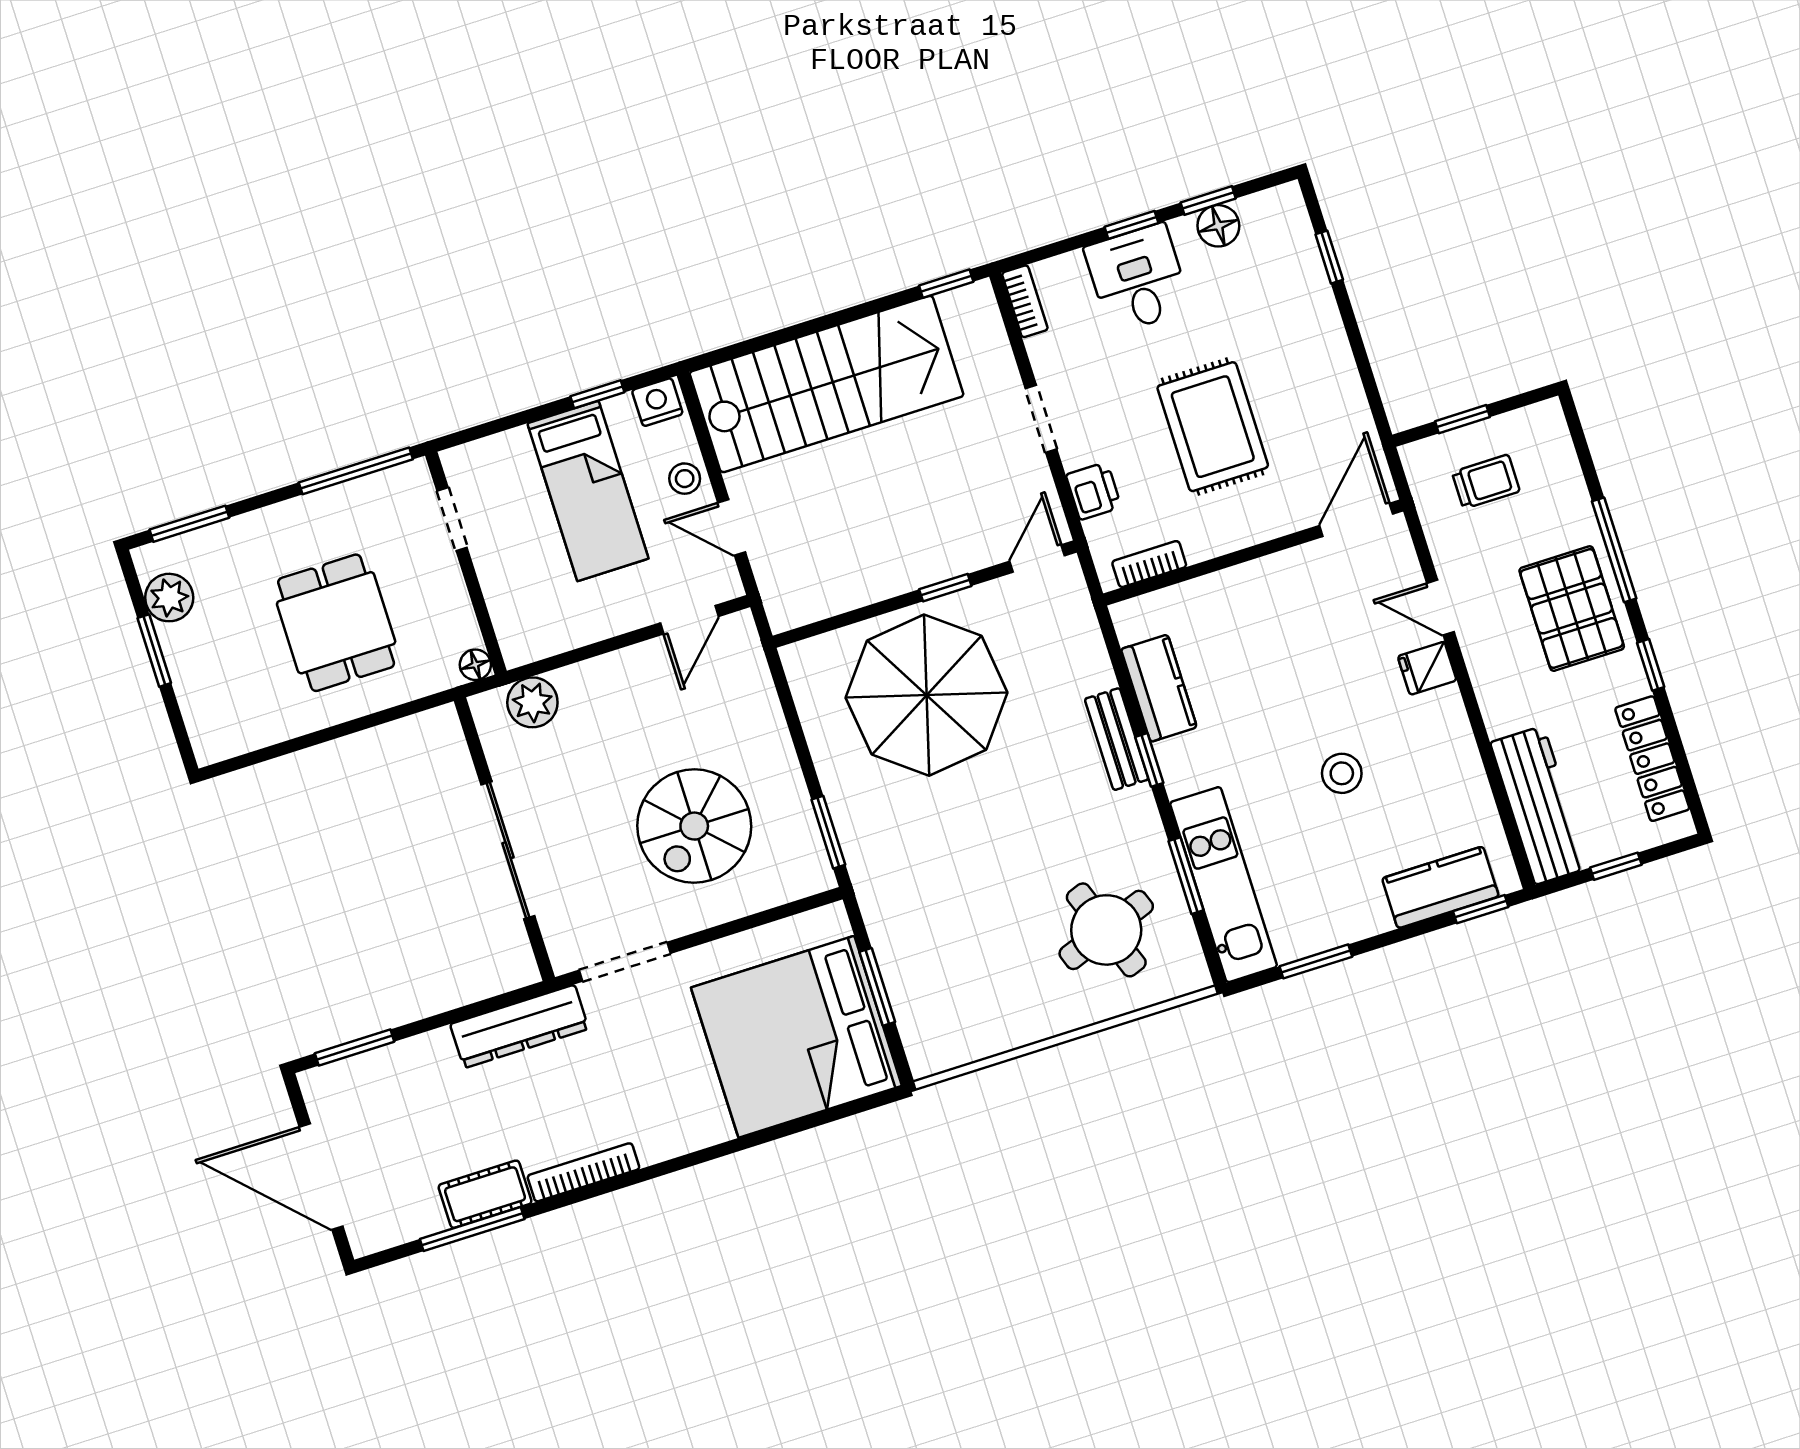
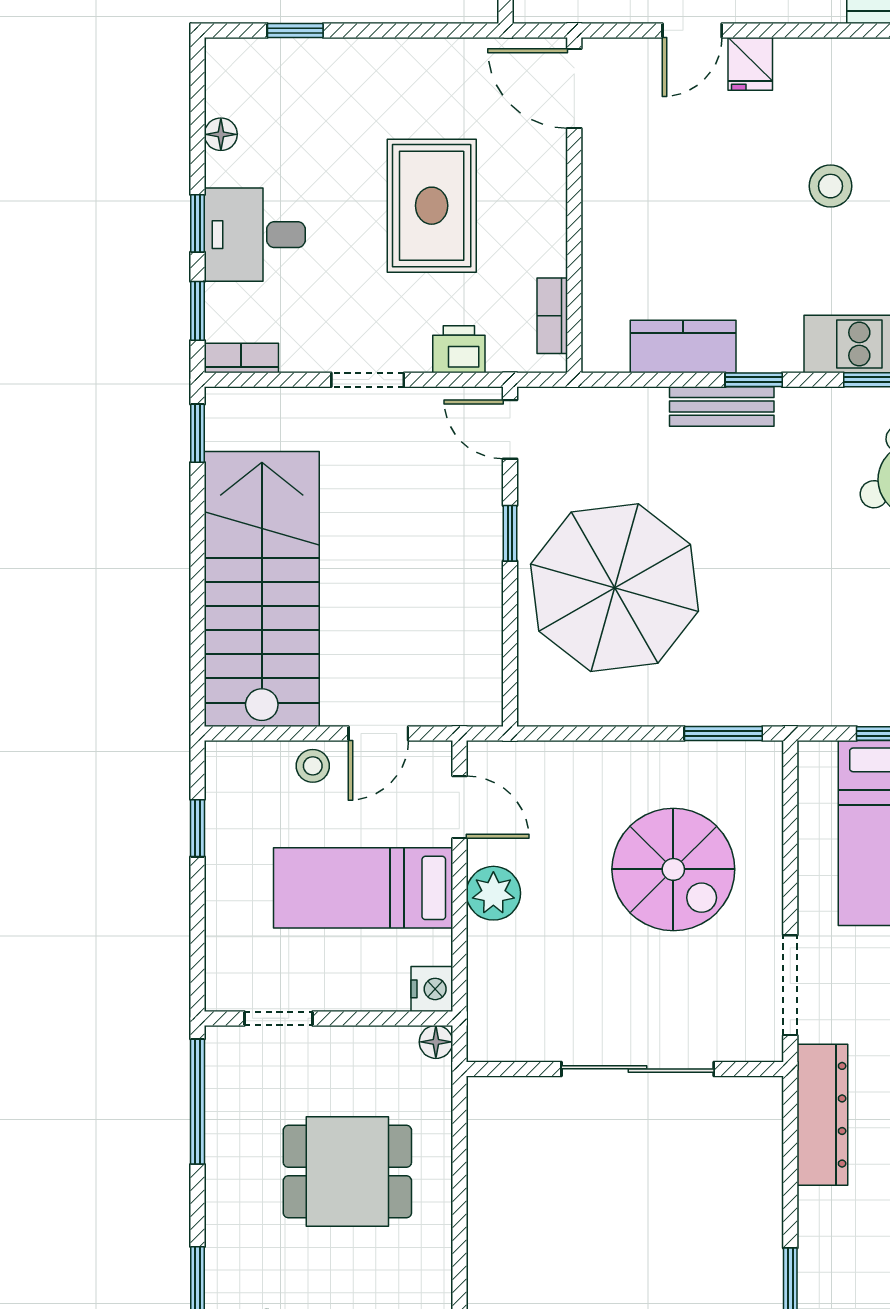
window: (1208, 201) -> (198, 311), moved
floor lamp: (1218, 226) -> (221, 134), width x0.73, depth x0.73
nightstand: (657, 402) -> (432, 989), moved, turned 180
rug: (1213, 427) -> (432, 206), turned 90
bed: (588, 491) -> (363, 888), moved, turned 180
plant: (532, 702) -> (493, 893), moved

